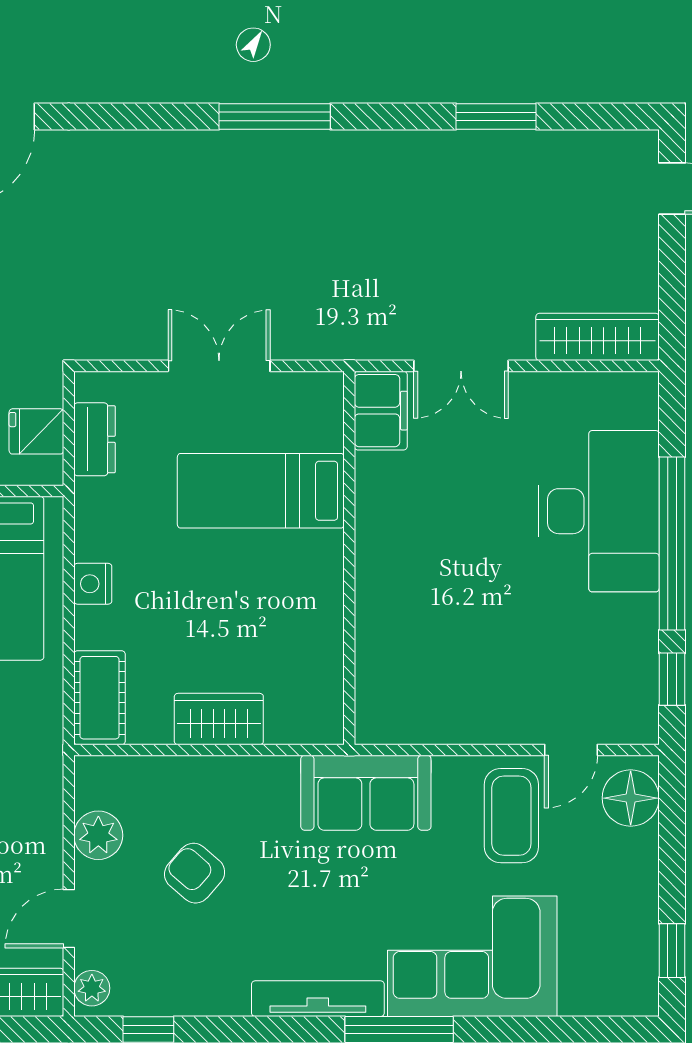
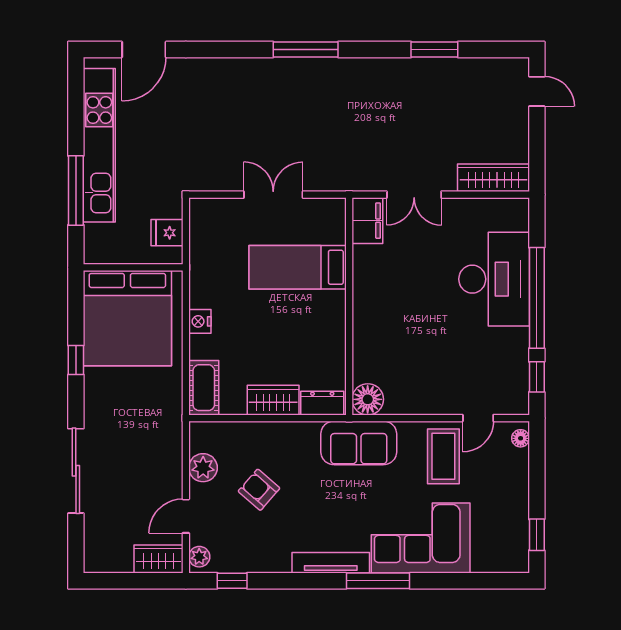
dresser: (95, 439) -> (322, 403), moved, turned -90
floor lamp: (381, 718) -> (368, 399), added
floor lamp: (631, 798) -> (521, 438), width x0.53, depth x0.53

